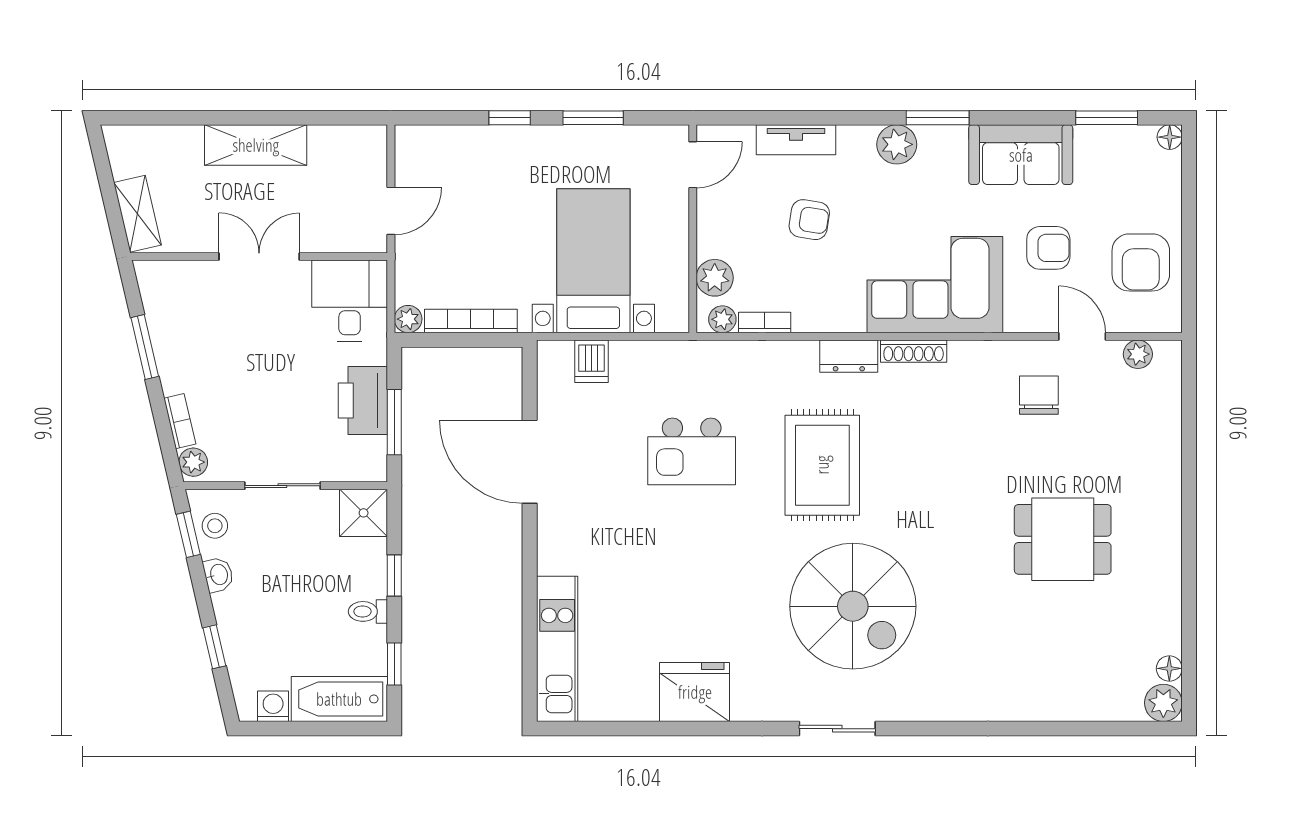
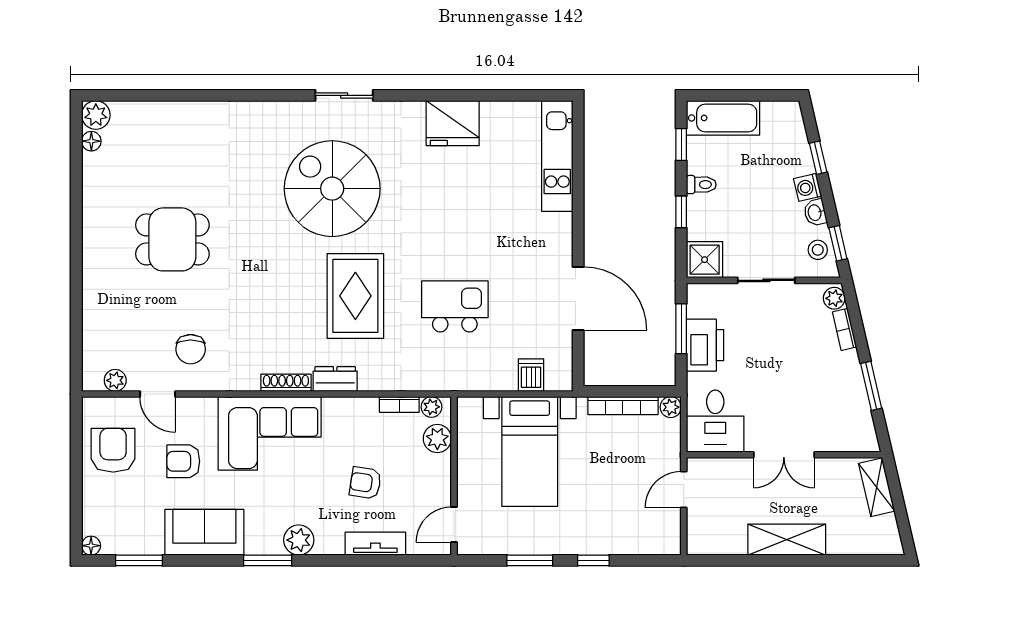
washing machine: (273, 706) -> (808, 187), moved, turned 77

